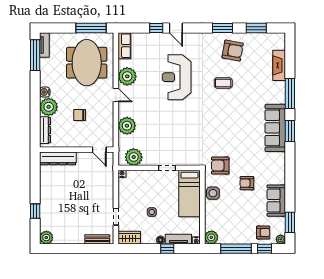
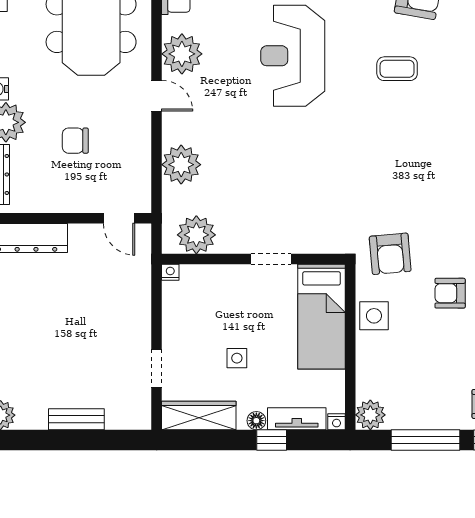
armchair: (220, 166) -> (390, 254), turned -95
wardrobe: (129, 238) -> (199, 415), width x1.50
bench: (97, 239) -> (76, 419), moved

